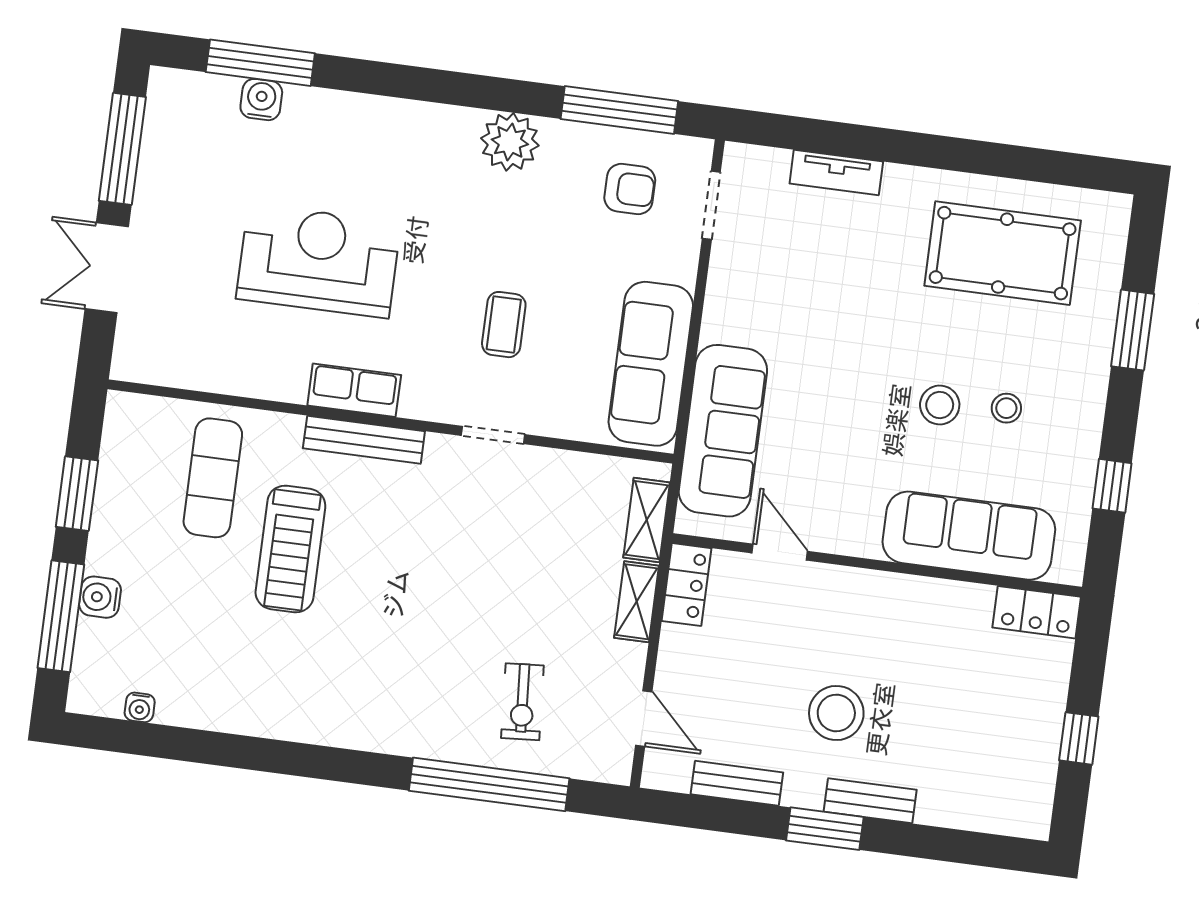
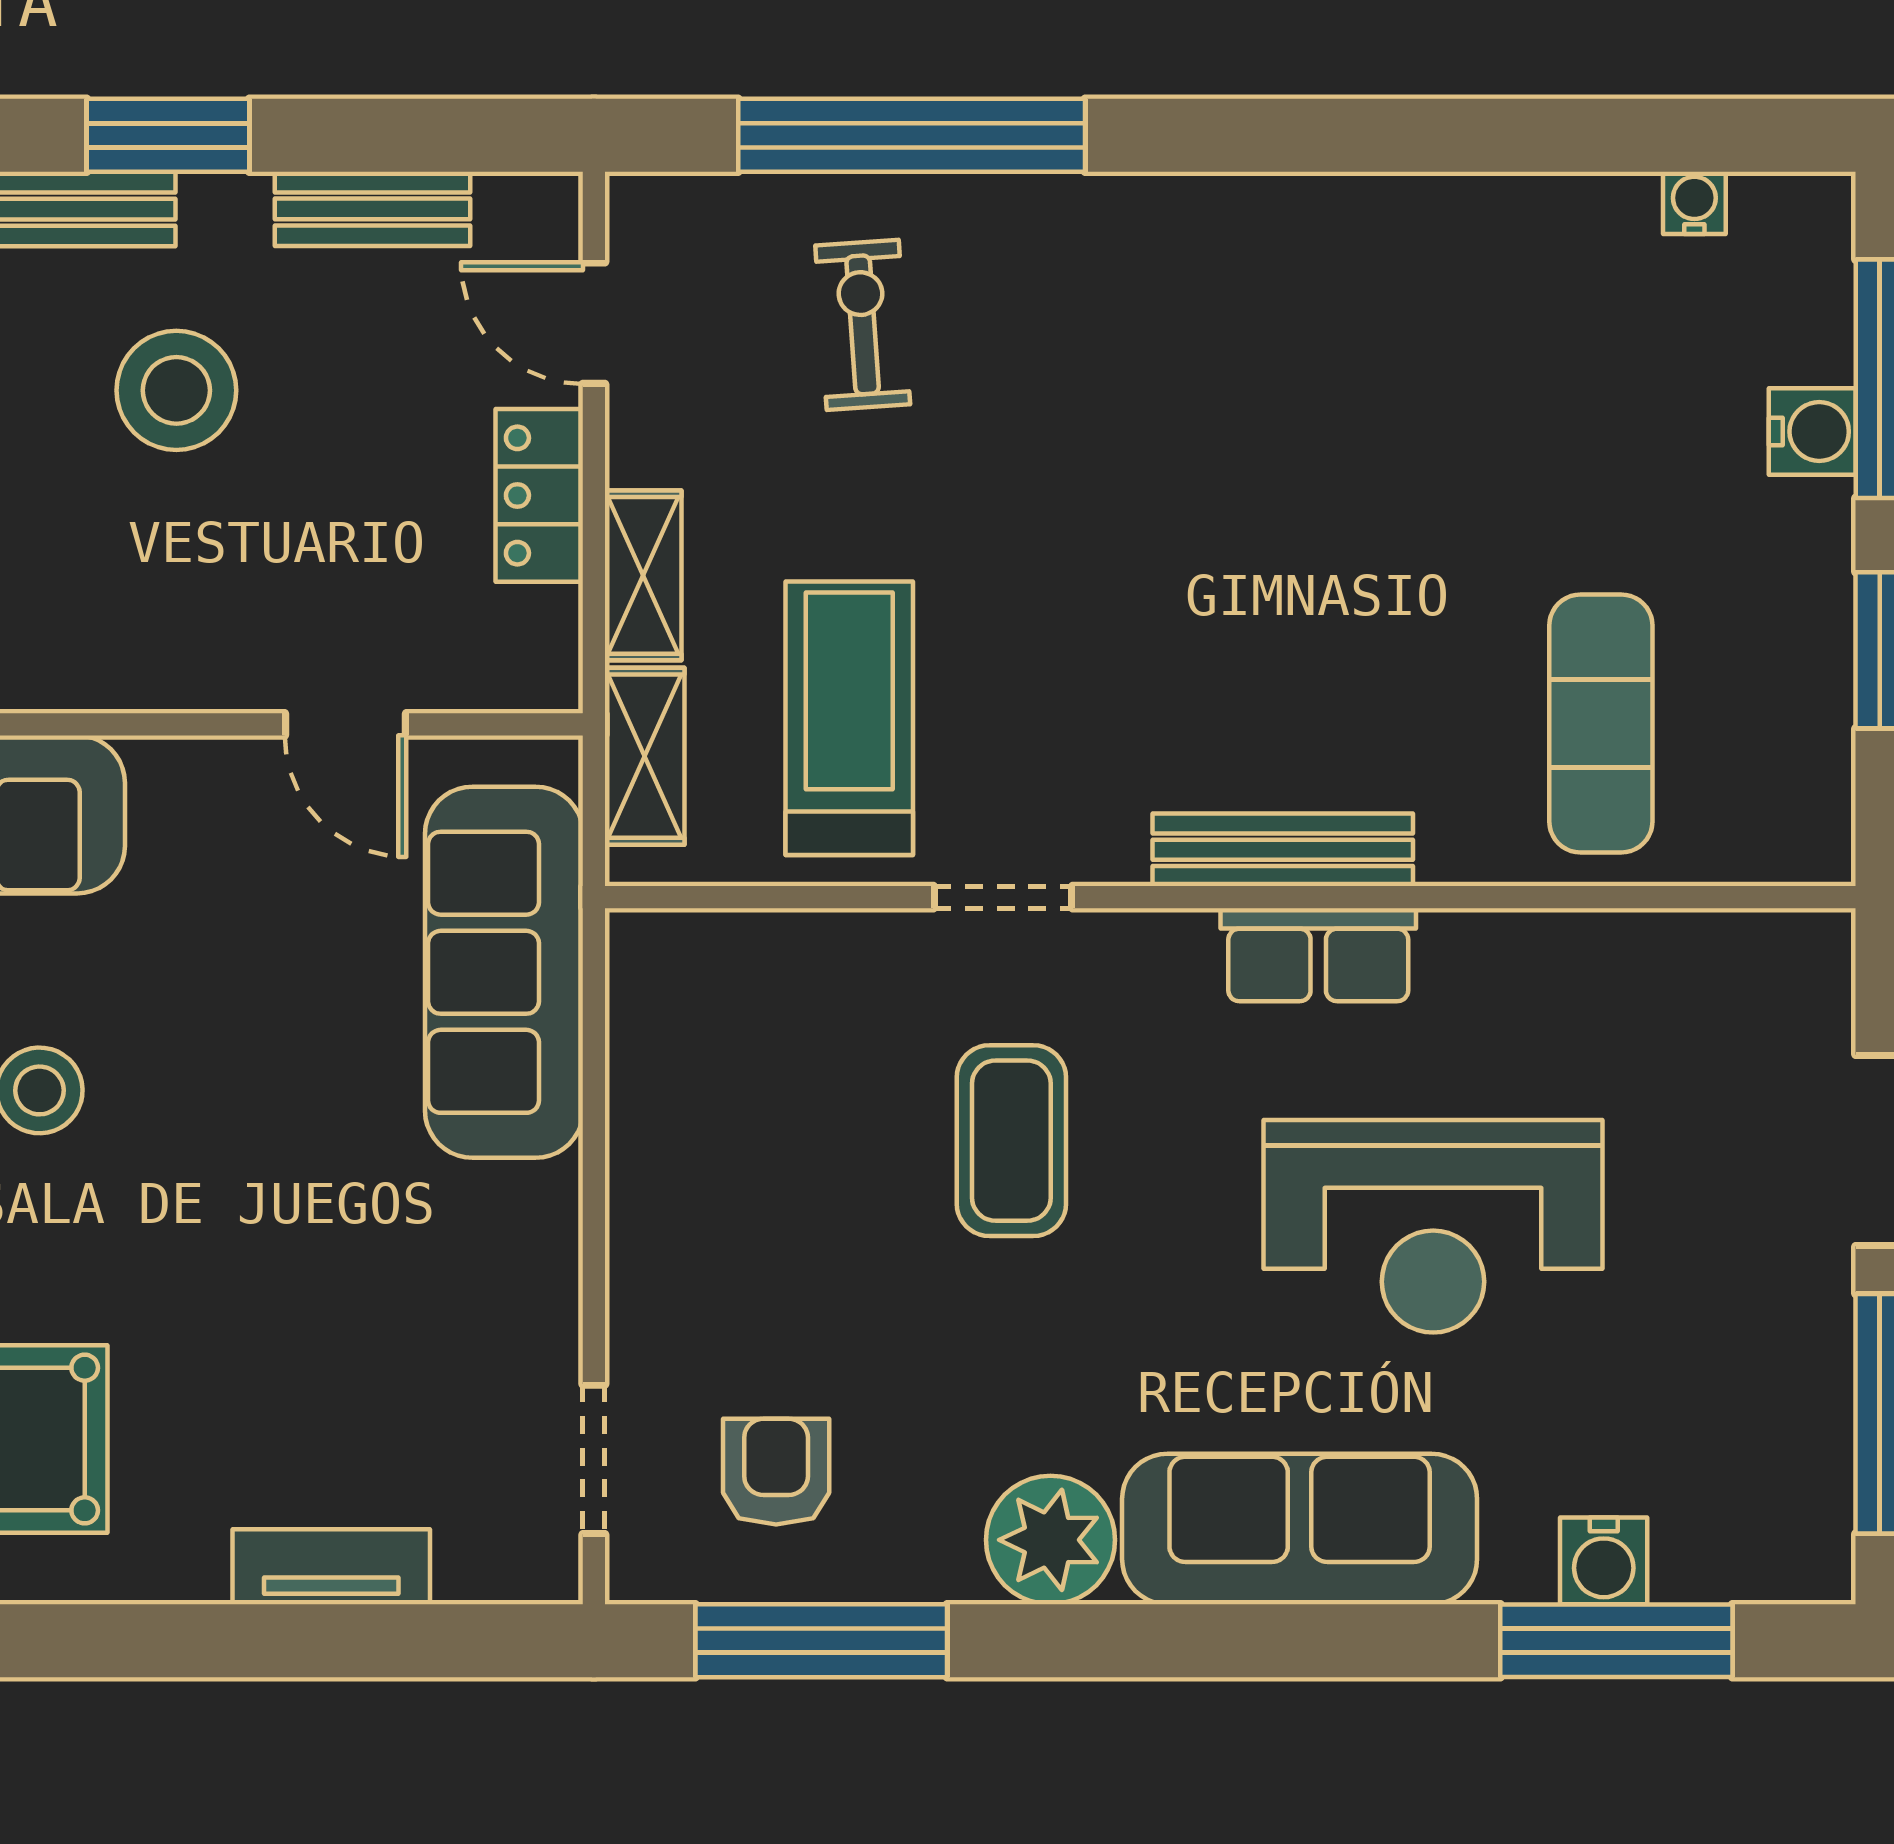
armchair: (630, 189) -> (776, 1472), turned 90
coffee table: (504, 325) -> (1011, 1141), width x1.36, depth x1.30
sofa: (651, 364) -> (1300, 1529), moved, turned -90
treadmill: (290, 549) -> (849, 718), moved
locker: (686, 585) -> (539, 495), moved

